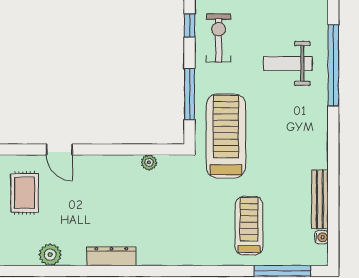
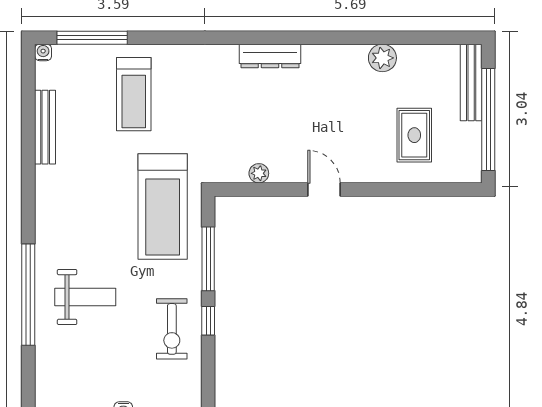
window: (190, 26) -> (208, 321), moved
door: (59, 149) -> (324, 189), moved
water cooler: (322, 237) -> (43, 52), moved, turned 90
dresser: (111, 256) -> (270, 56), moved

